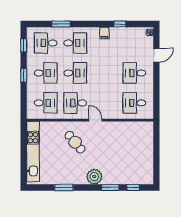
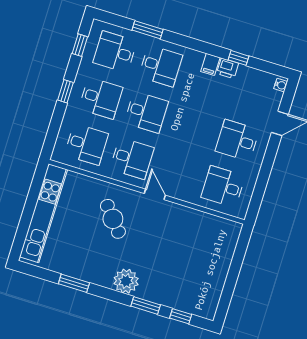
printer: (115, 32) -> (228, 68), added
desk: (75, 103) -> (132, 158), turned 180

